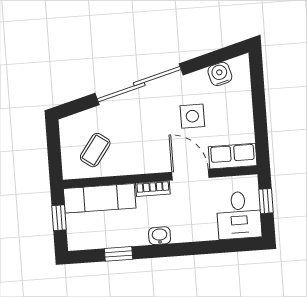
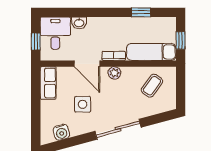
sliding door: (139, 84) -> (118, 129), width x0.73
row of seats: (233, 156) -> (48, 83), moved, turned -90
plant: (150, 164) -> (114, 73), added
washbasin: (160, 236) -> (79, 23), moved

